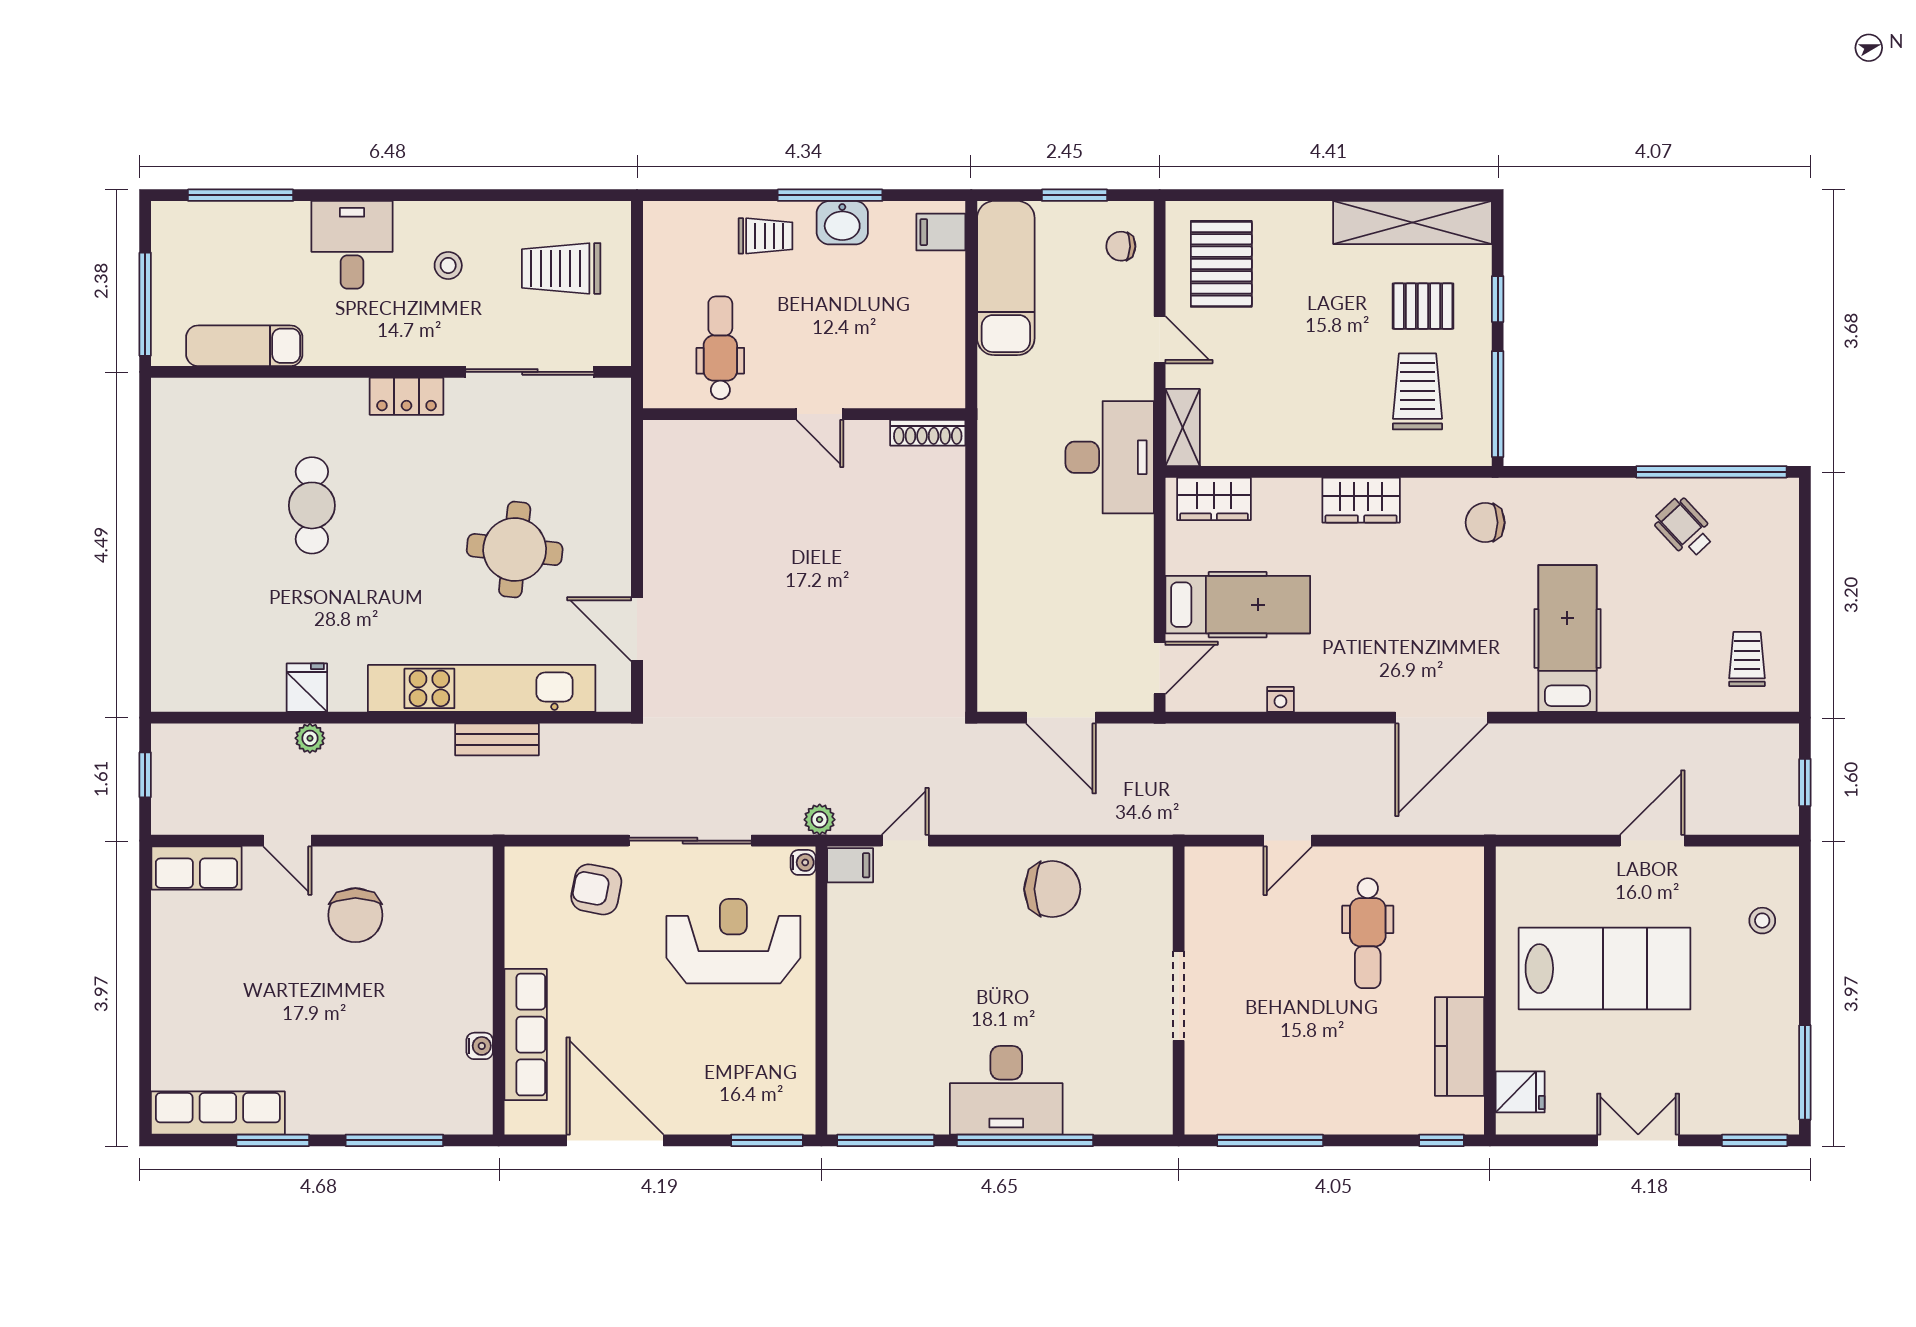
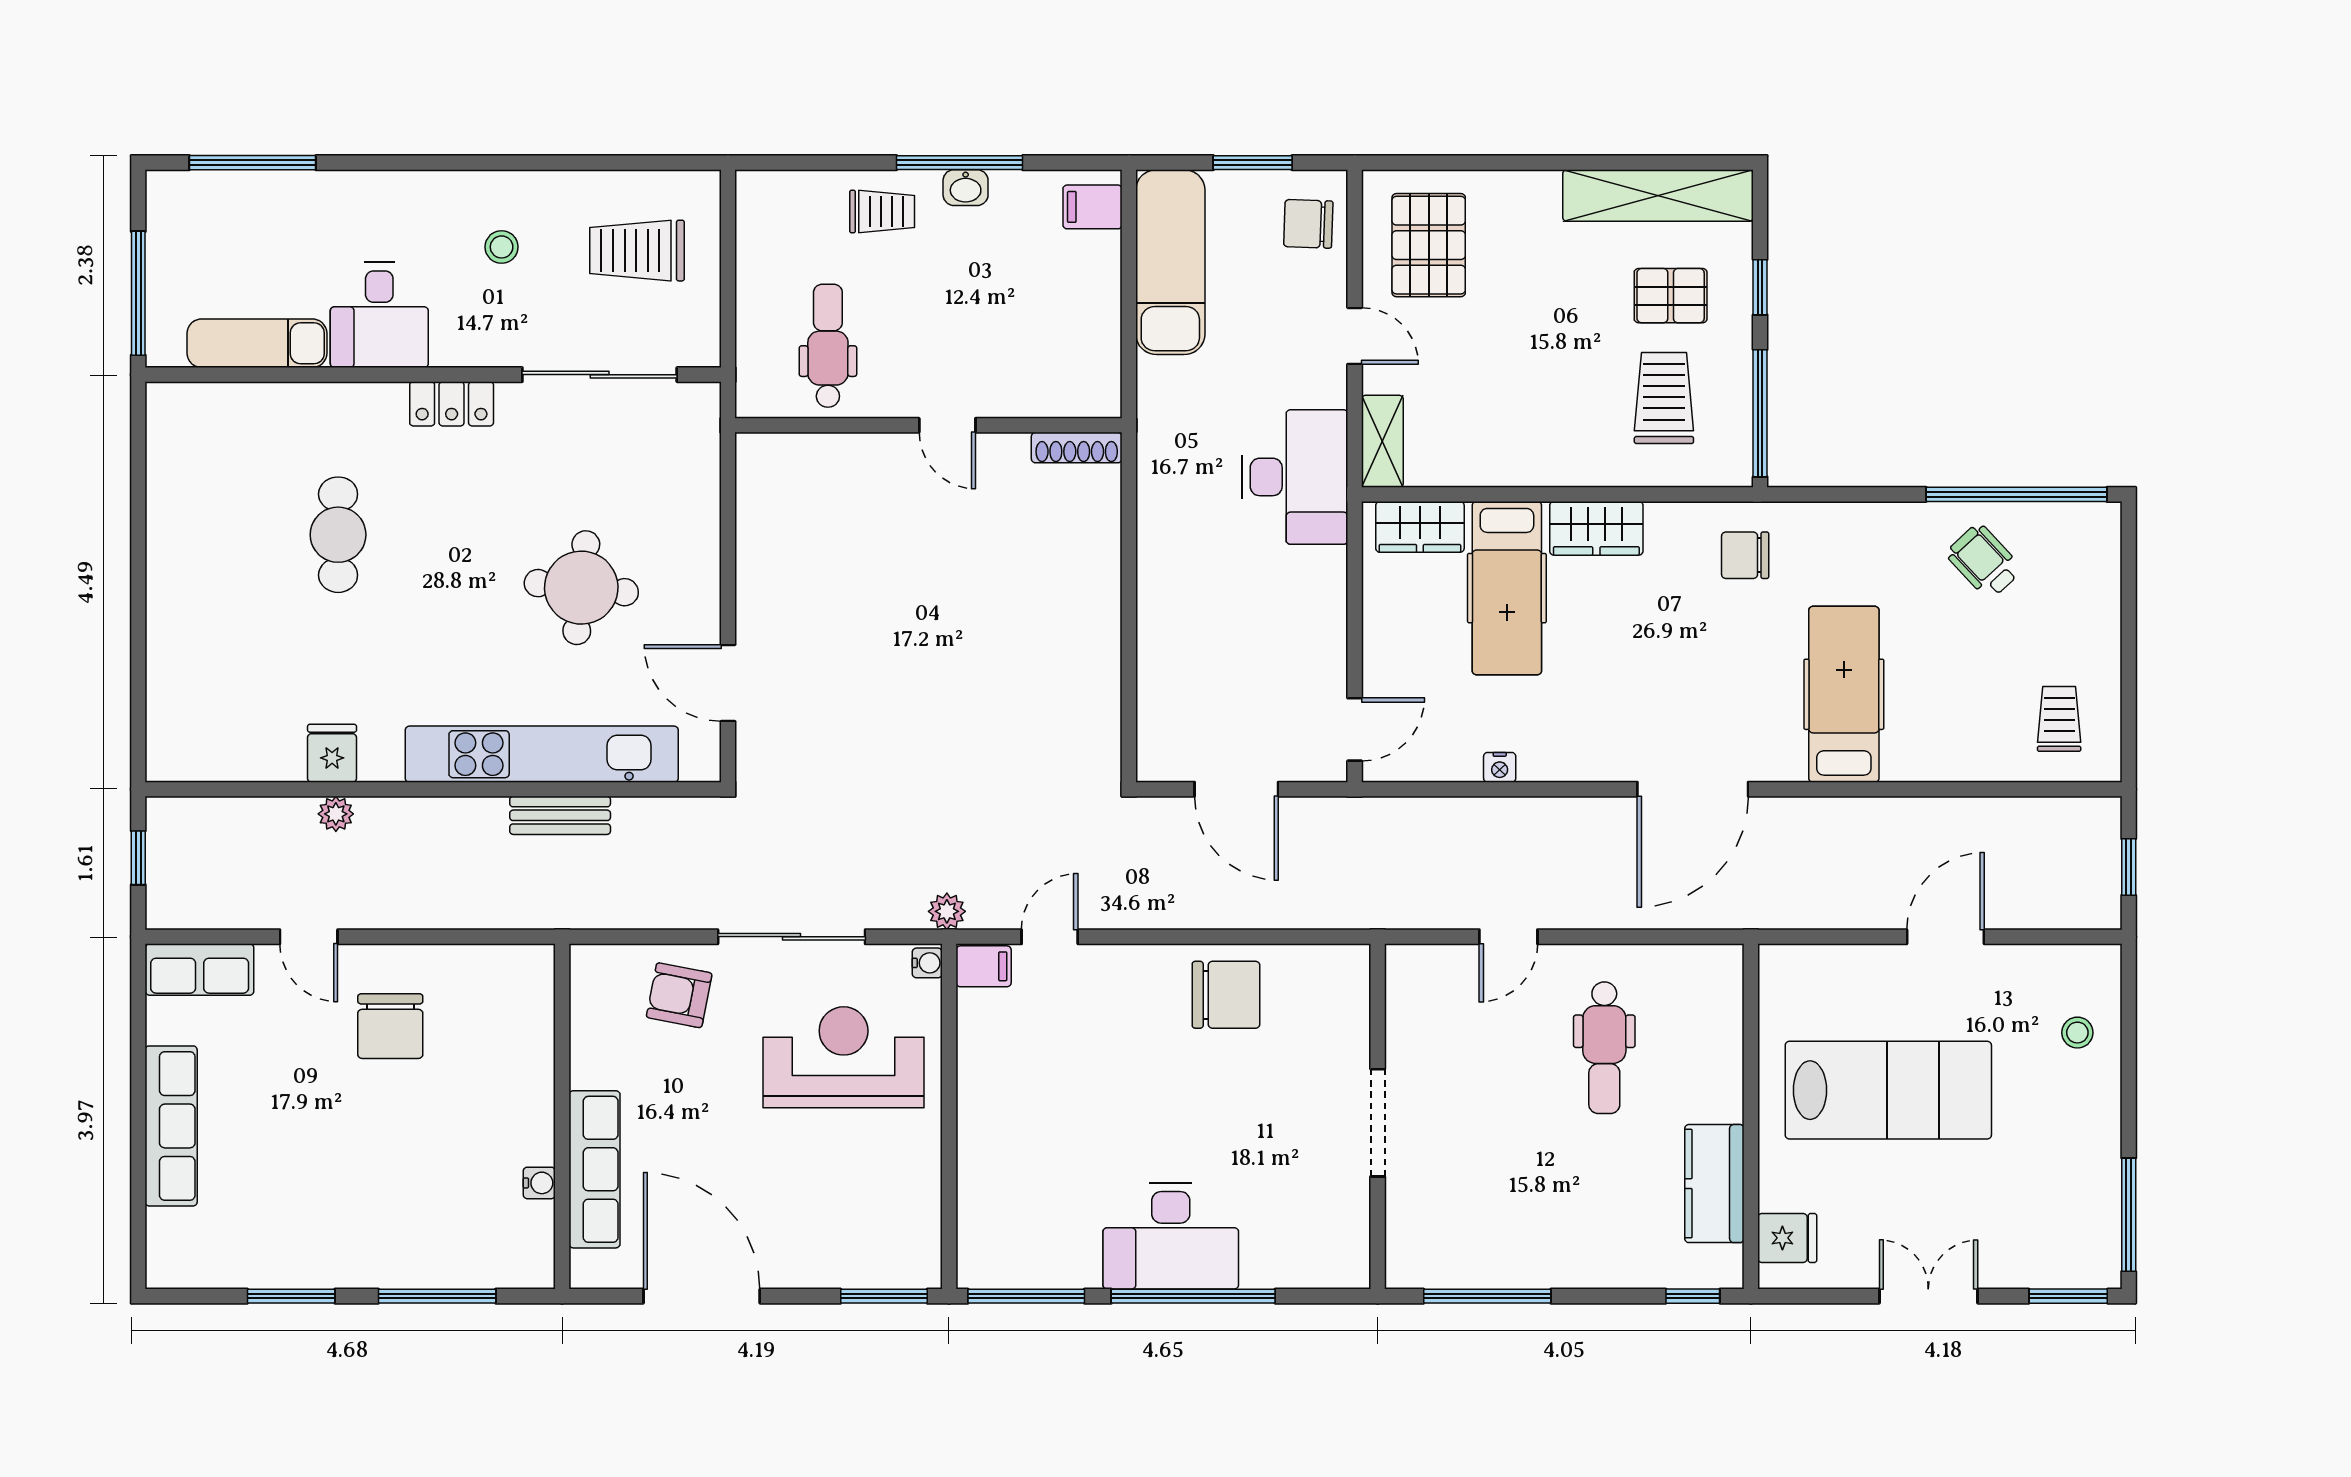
washbasin: (842, 223) -> (966, 188), width x0.72, depth x0.69
desk: (352, 245) -> (379, 315), moved, turned 180
chair: (1121, 246) -> (1308, 224), width x1.37, depth x1.37
hospital bed: (1238, 605) -> (1507, 588), moved, turned 90
row of seats: (218, 1113) -> (171, 1126), moved, turned 90

